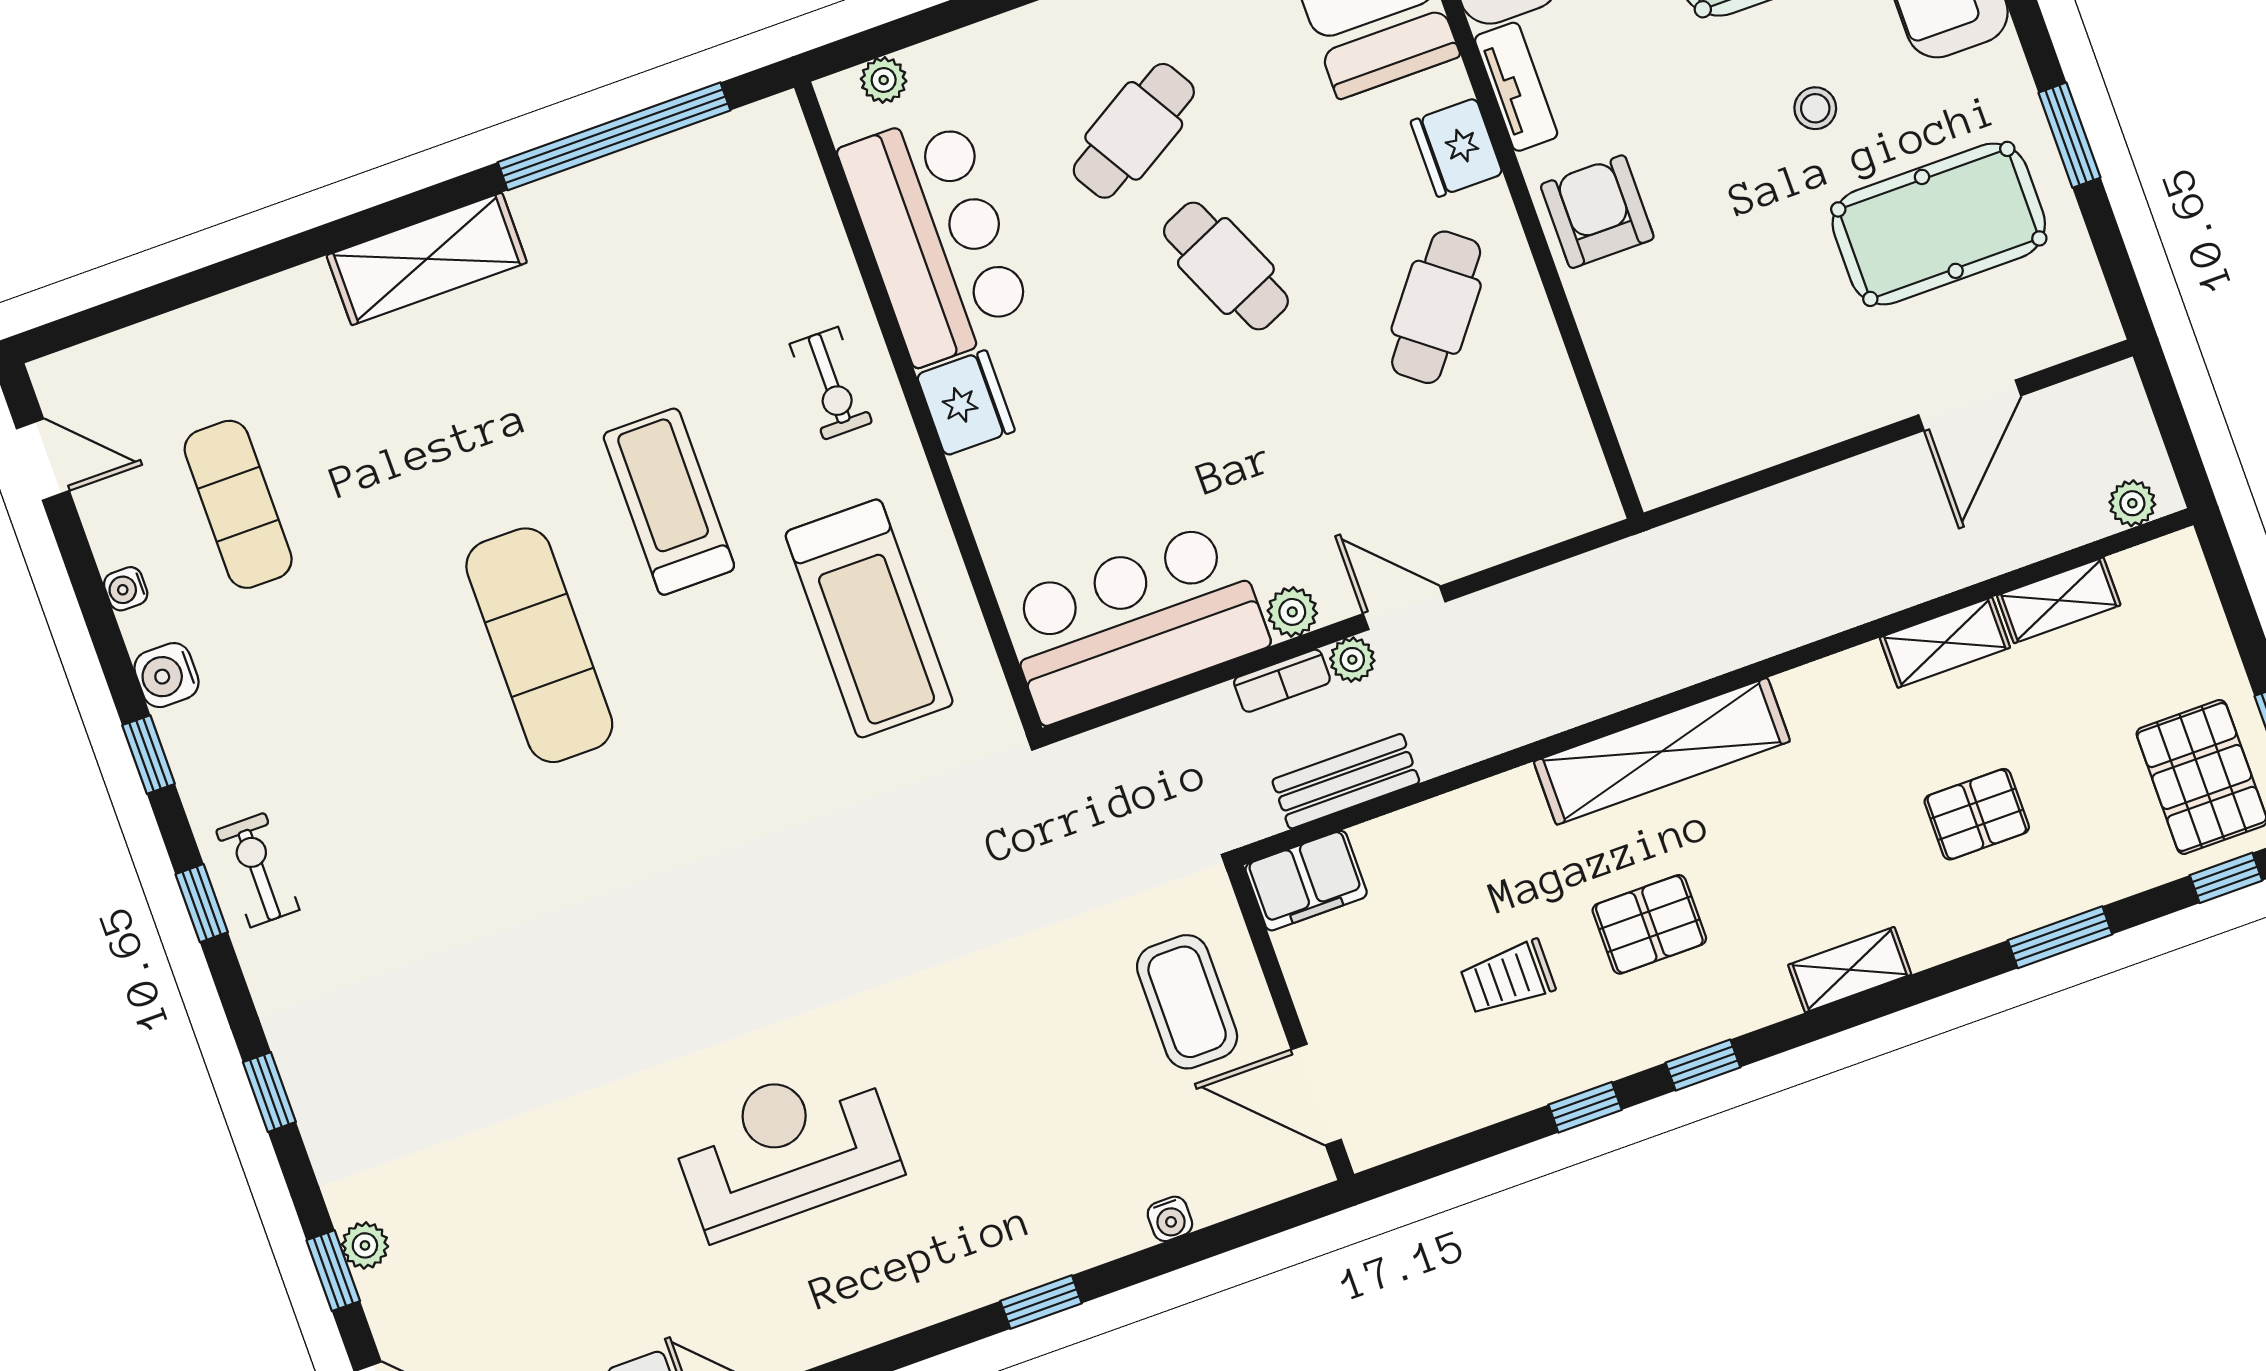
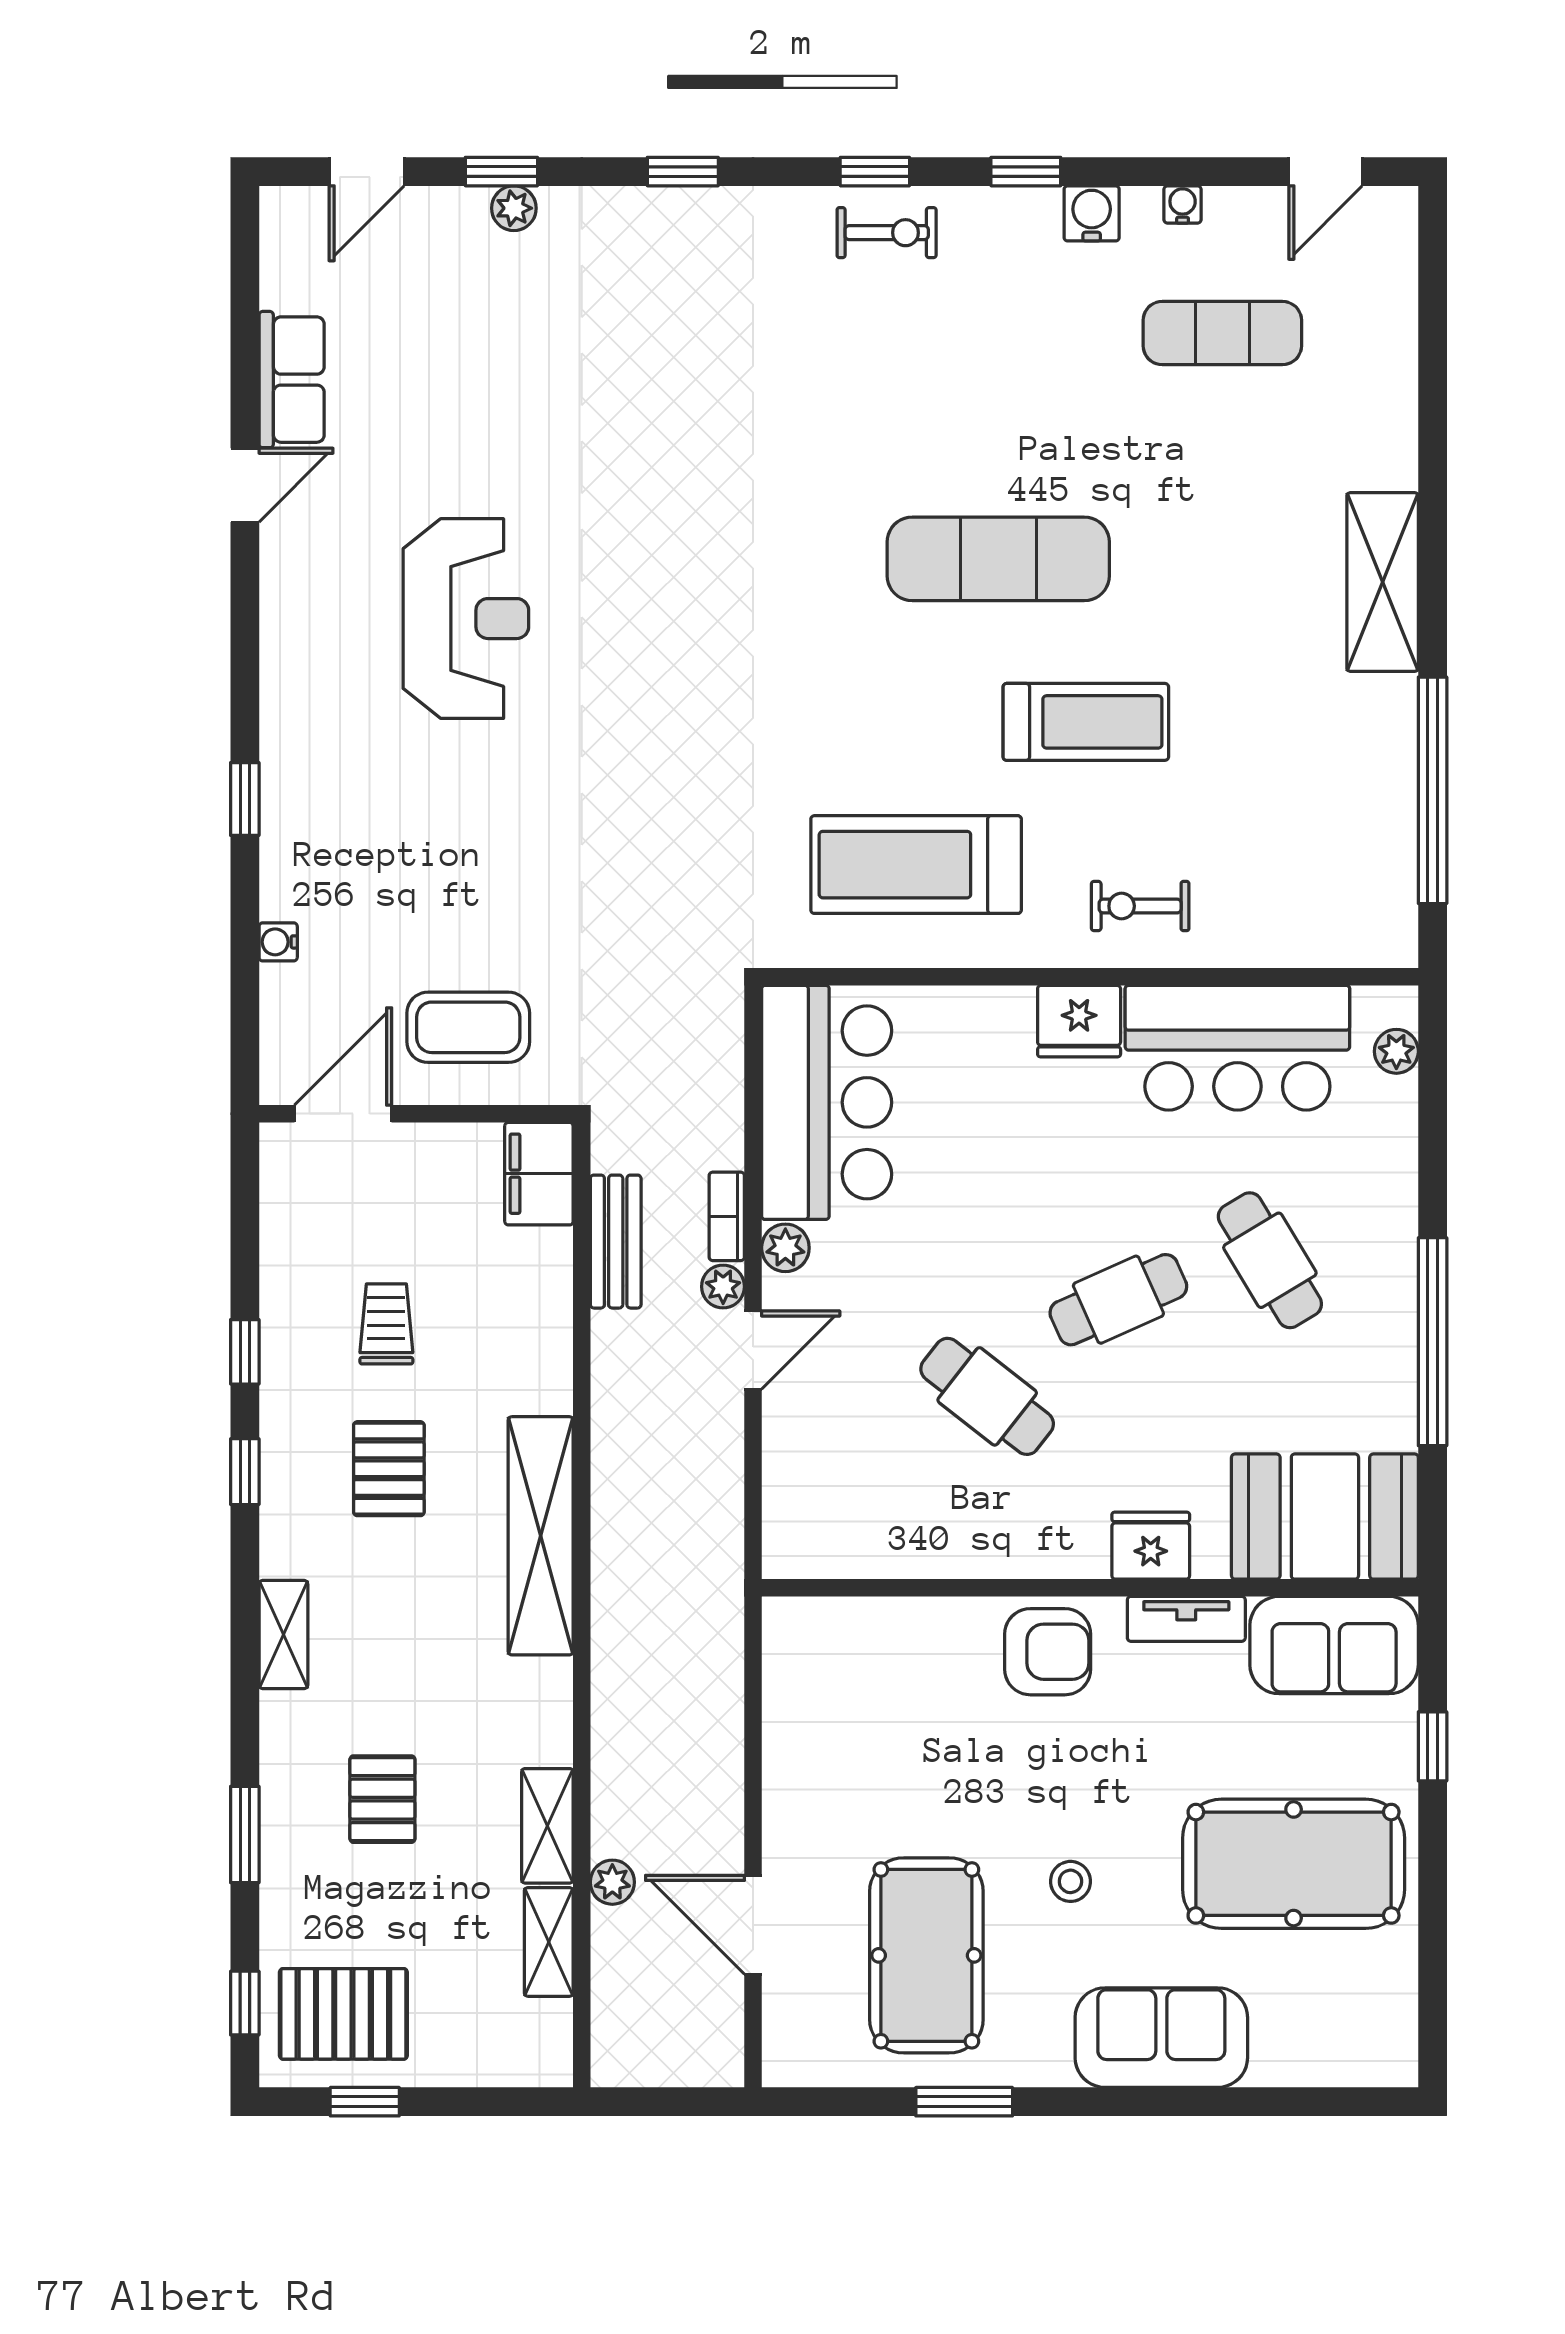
cafe table: (1436, 307) -> (987, 1396), moved
plant: (2132, 503) -> (612, 1882), moved

